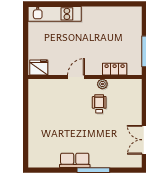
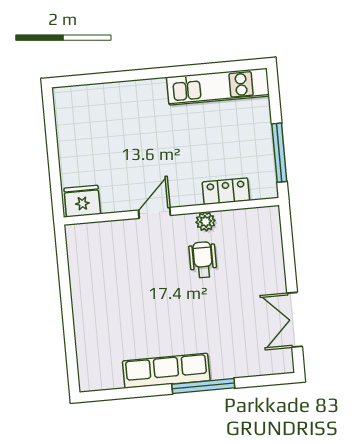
kitchen unit: (55, 14) -> (218, 87), moved
row of seats: (75, 160) -> (166, 371), width x1.48

